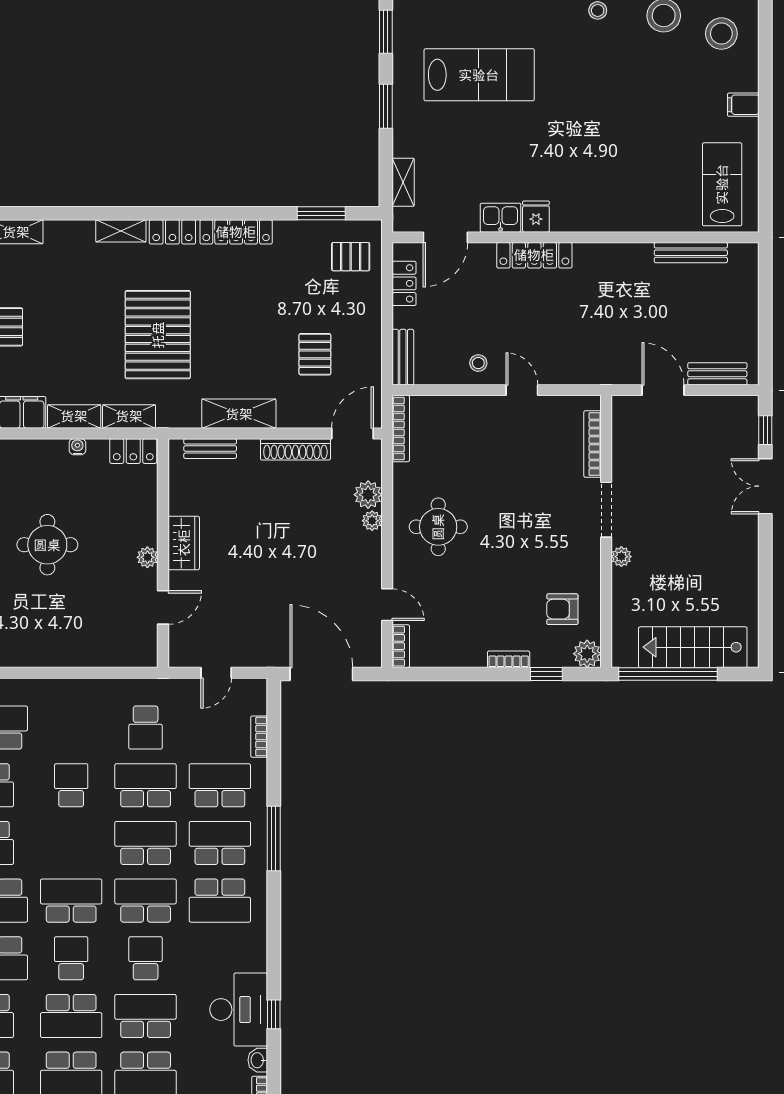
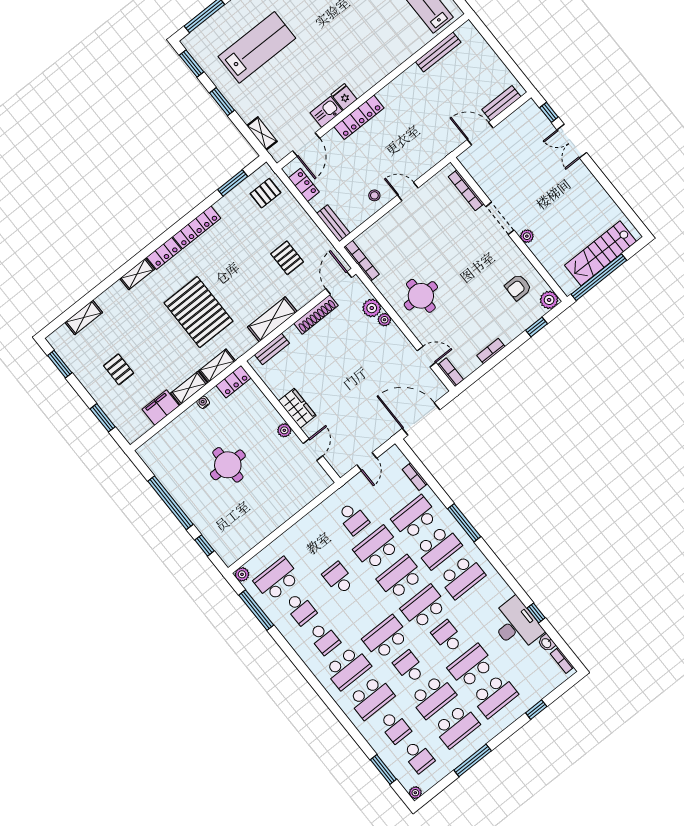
bookcase: (509, 659) -> (491, 351), moved
school desk: (220, 843) -> (438, 547), turned 180

